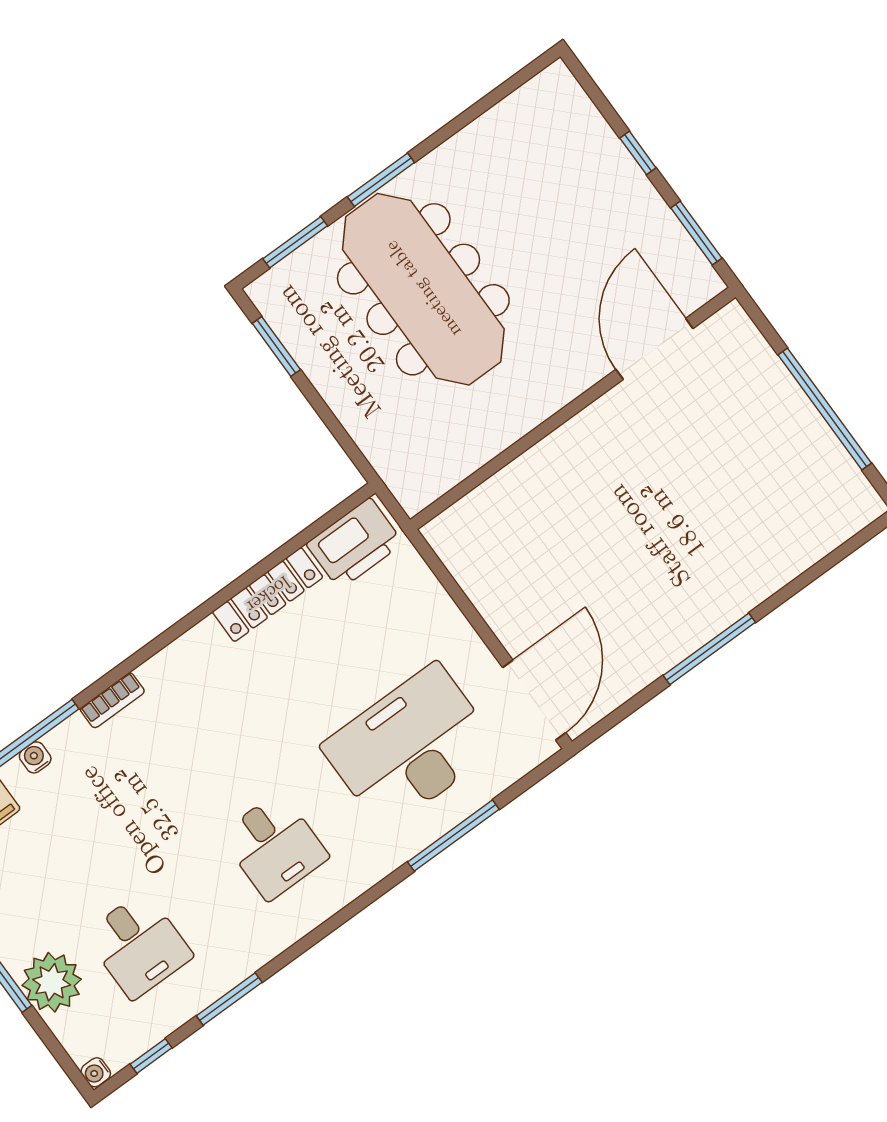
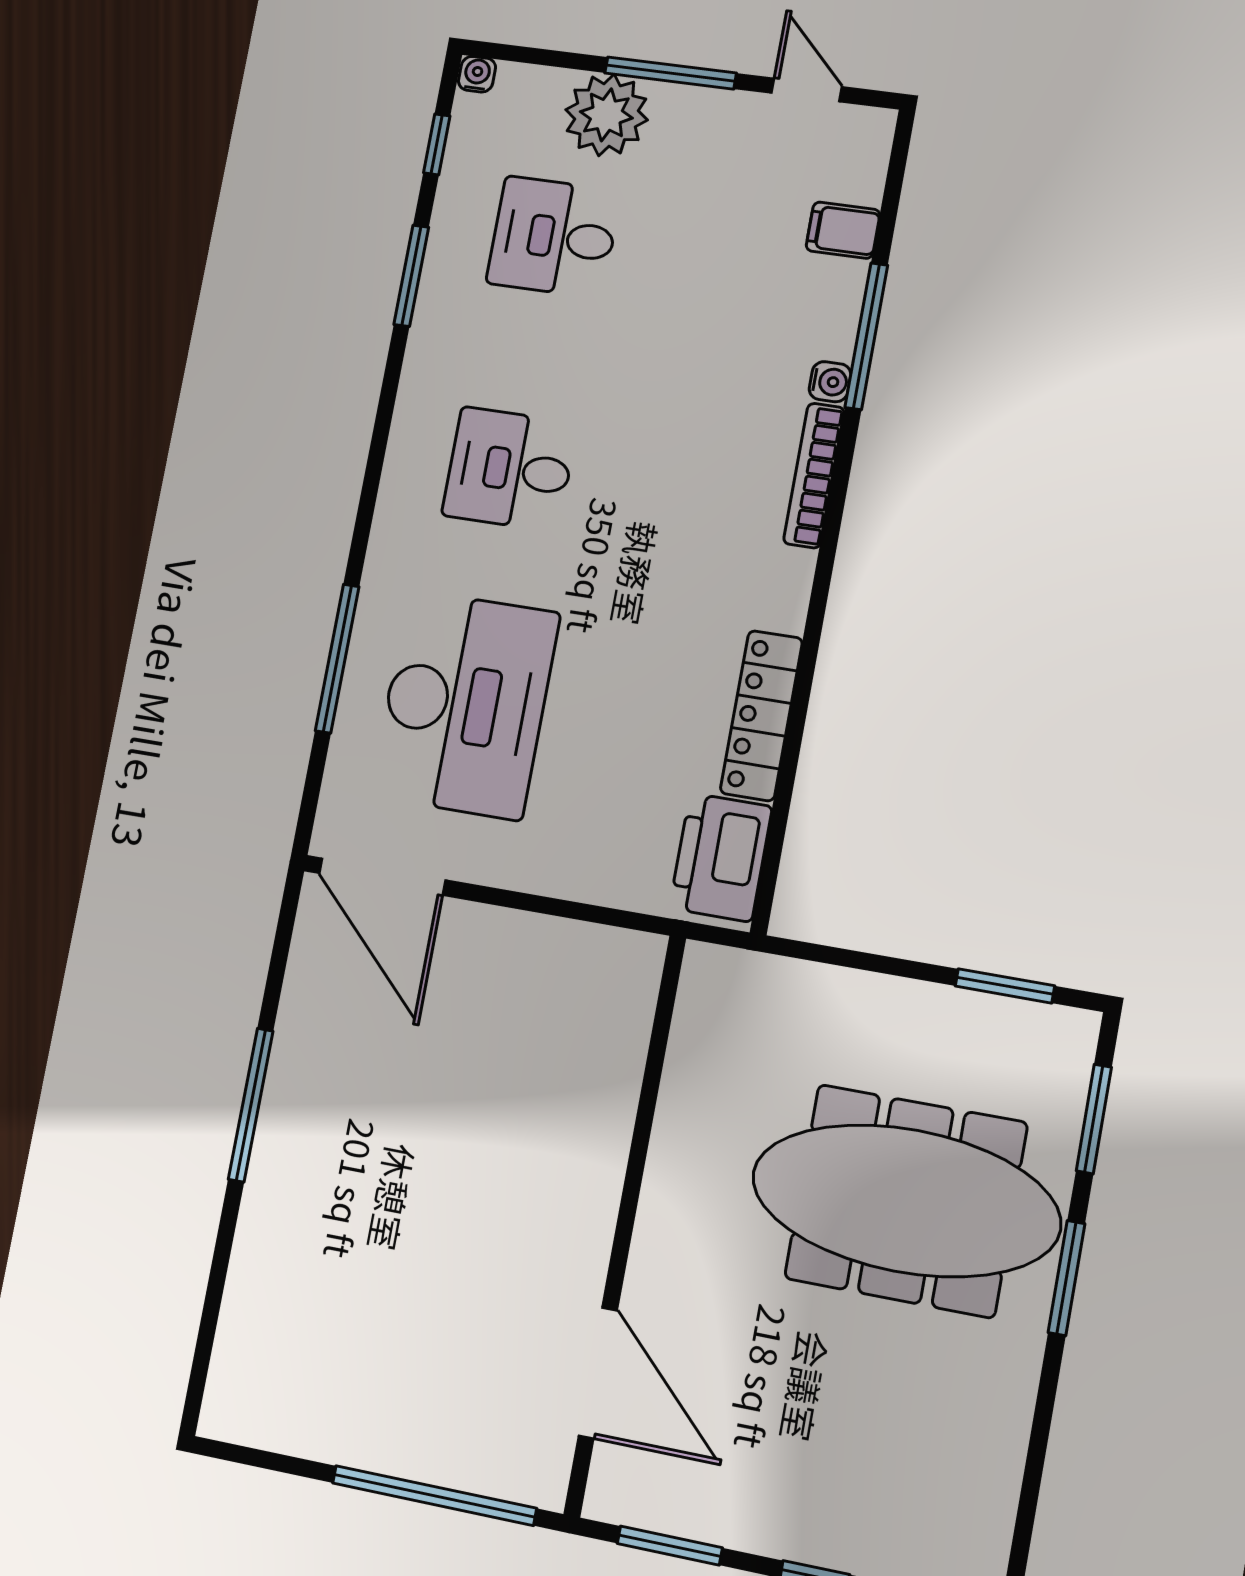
window: (825, 409) -> (434, 1496), moved
bookcase: (112, 700) -> (814, 476), width x1.56
water cooler: (35, 757) -> (830, 382), moved

